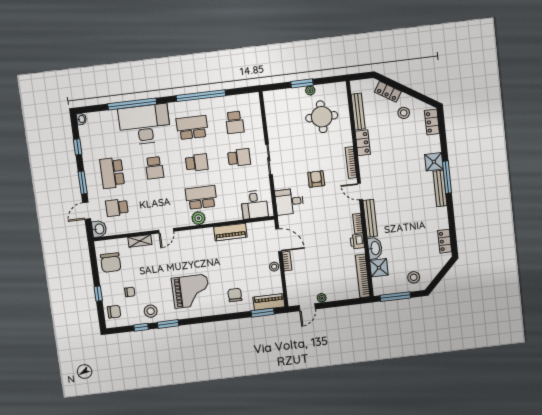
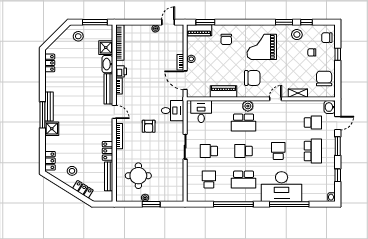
chair: (197, 253) -> (252, 78), added

